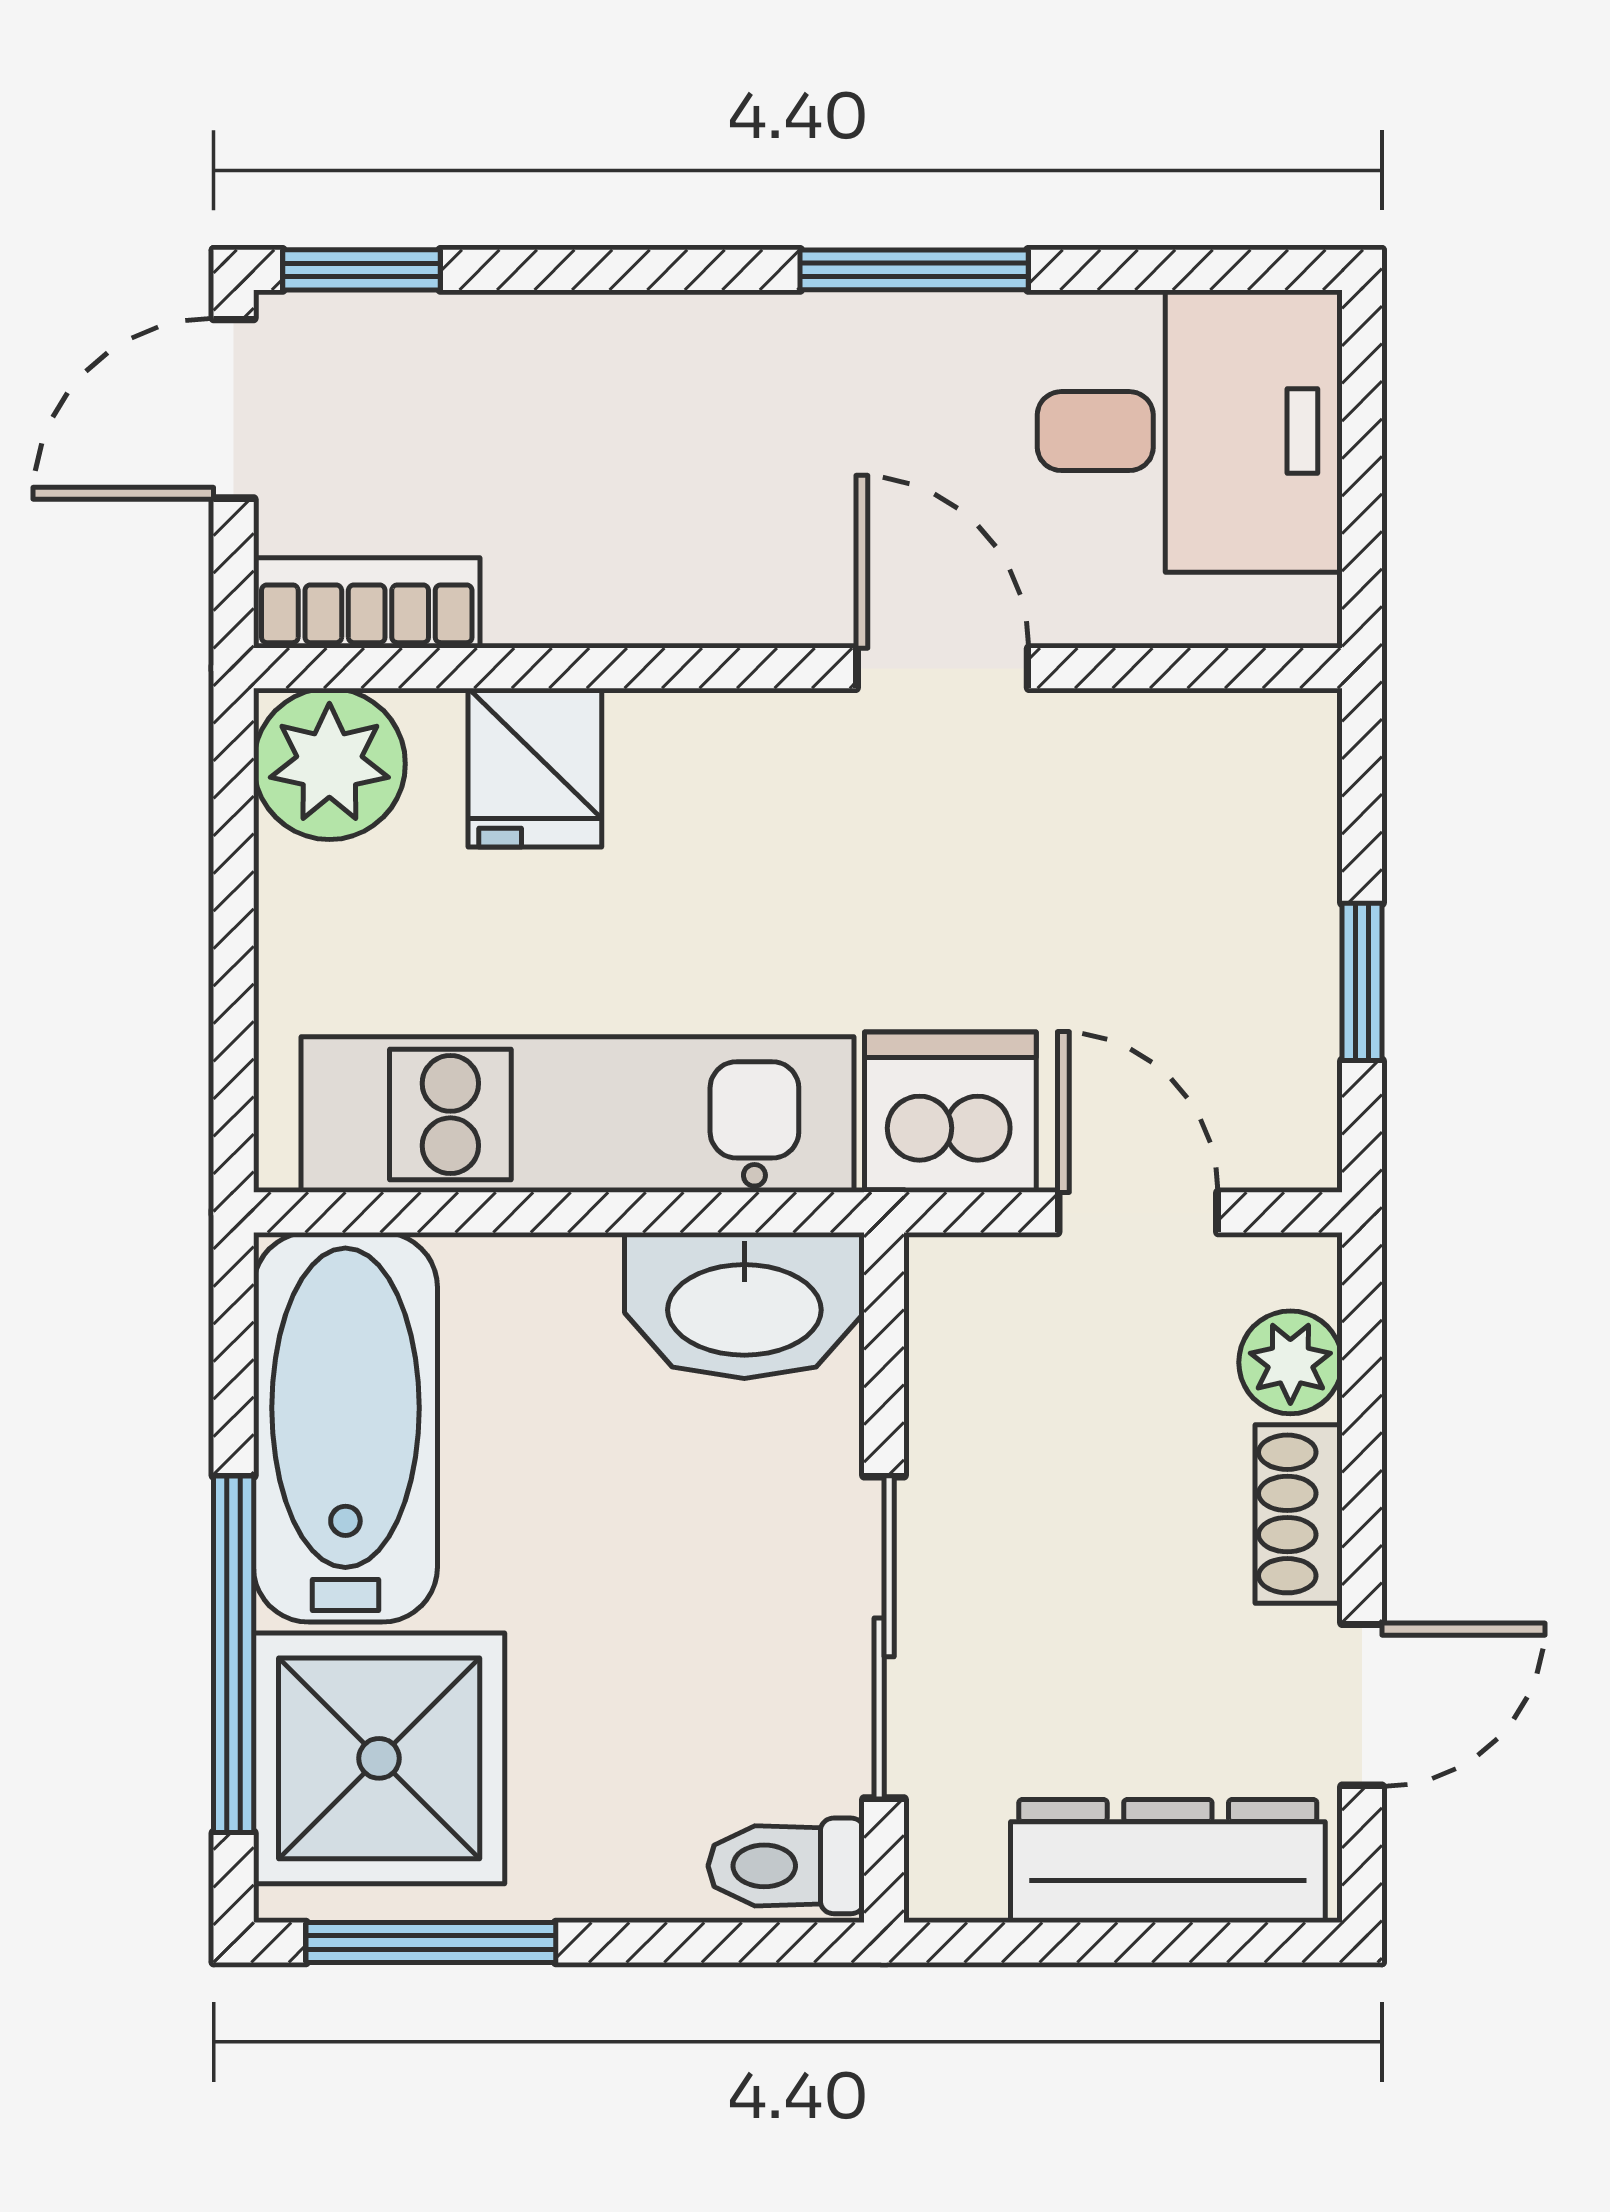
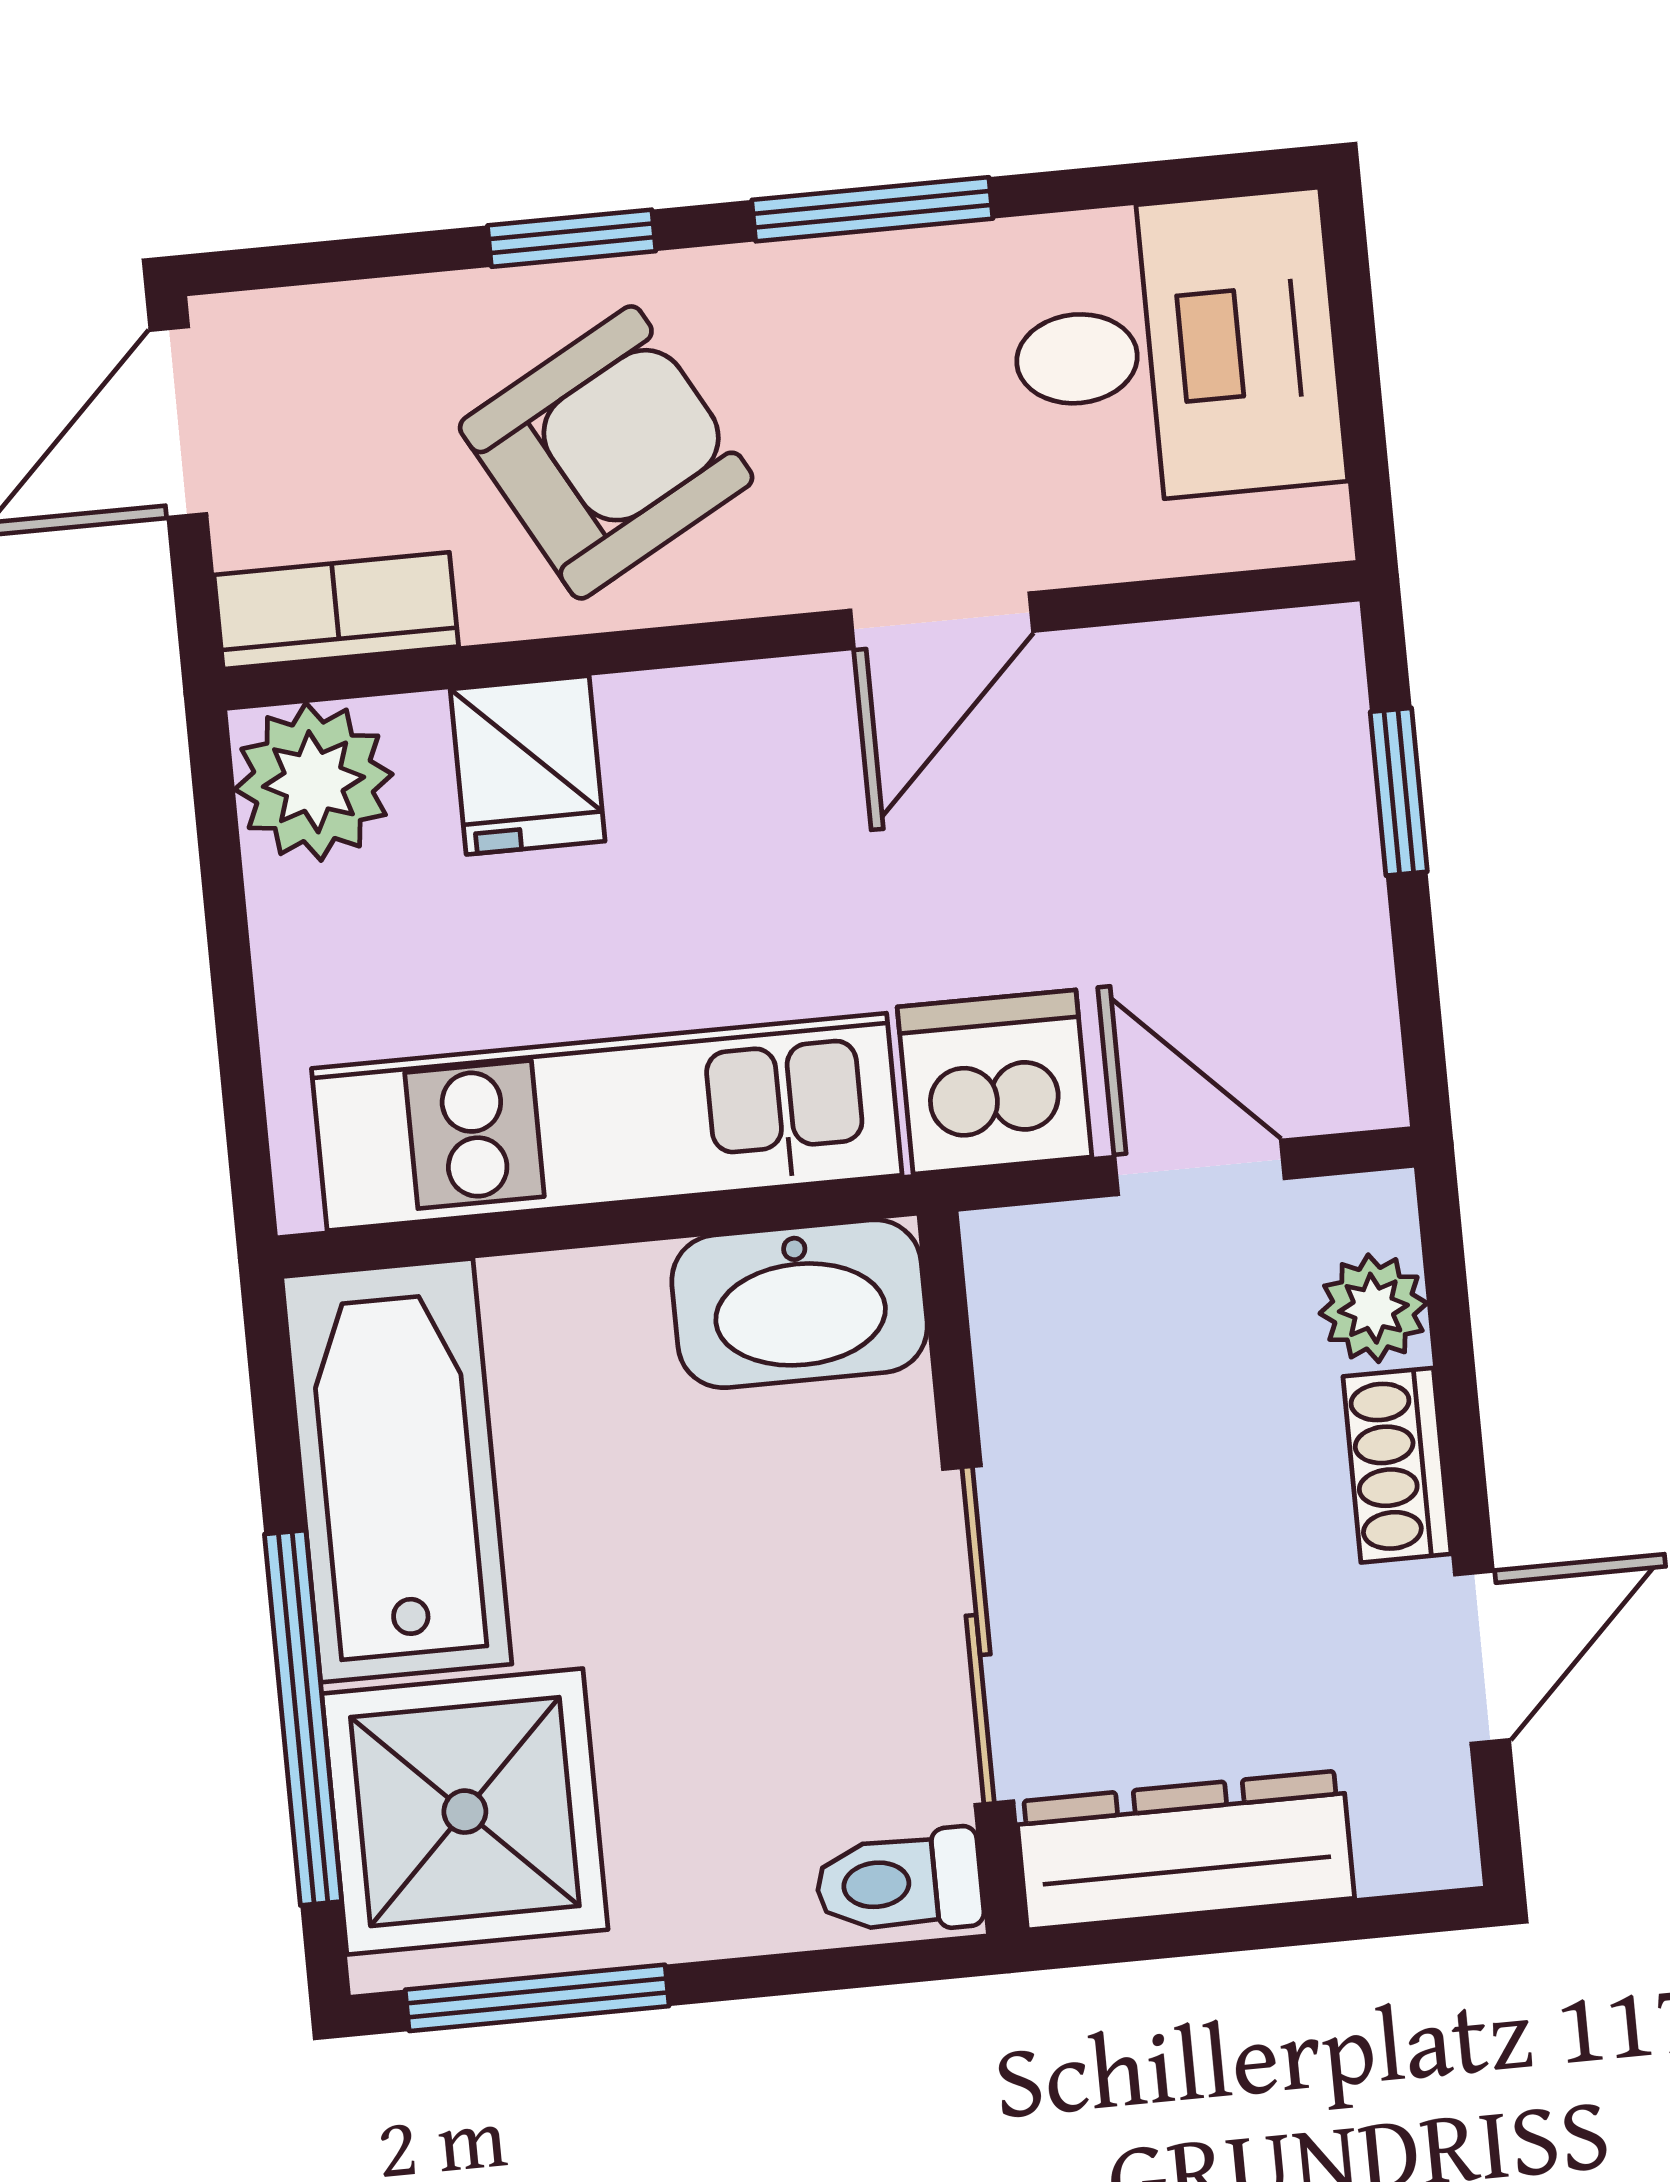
window: (362, 270) -> (572, 238), moved
armchair: (638, 477) -> (606, 452), added
door: (942, 668) -> (942, 621), swing flipped
window: (1362, 982) -> (1399, 792), moved
dresser: (1168, 1861) -> (1185, 1850), moved

